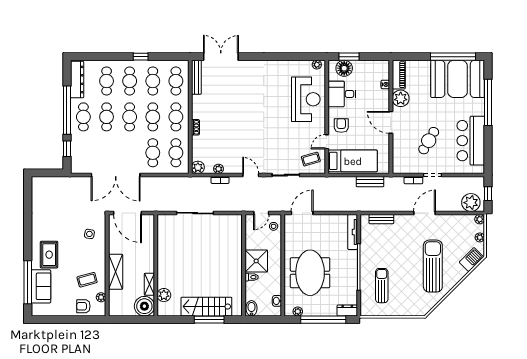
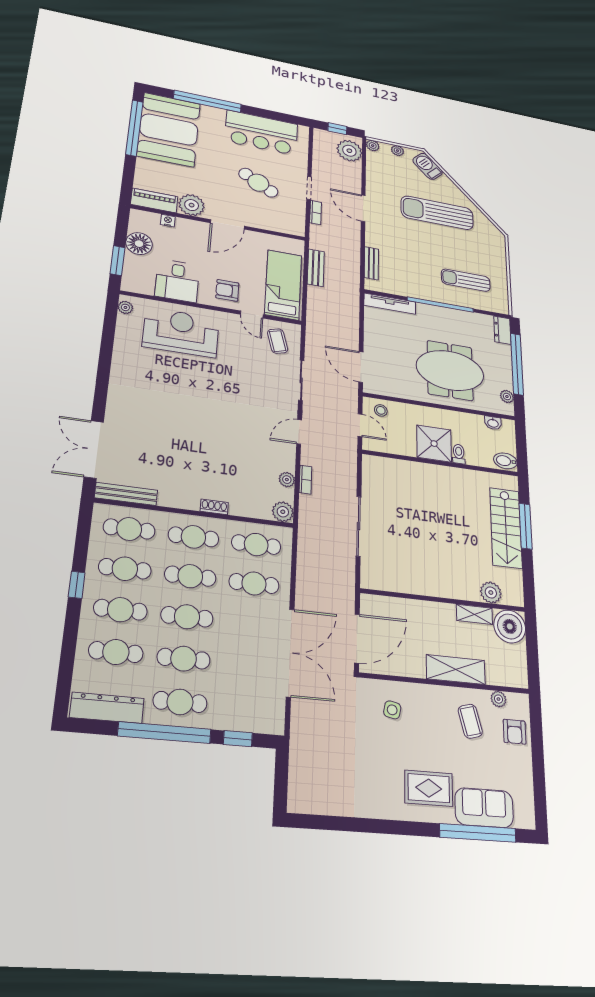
floor lamp: (344, 68) -> (139, 244), moved

